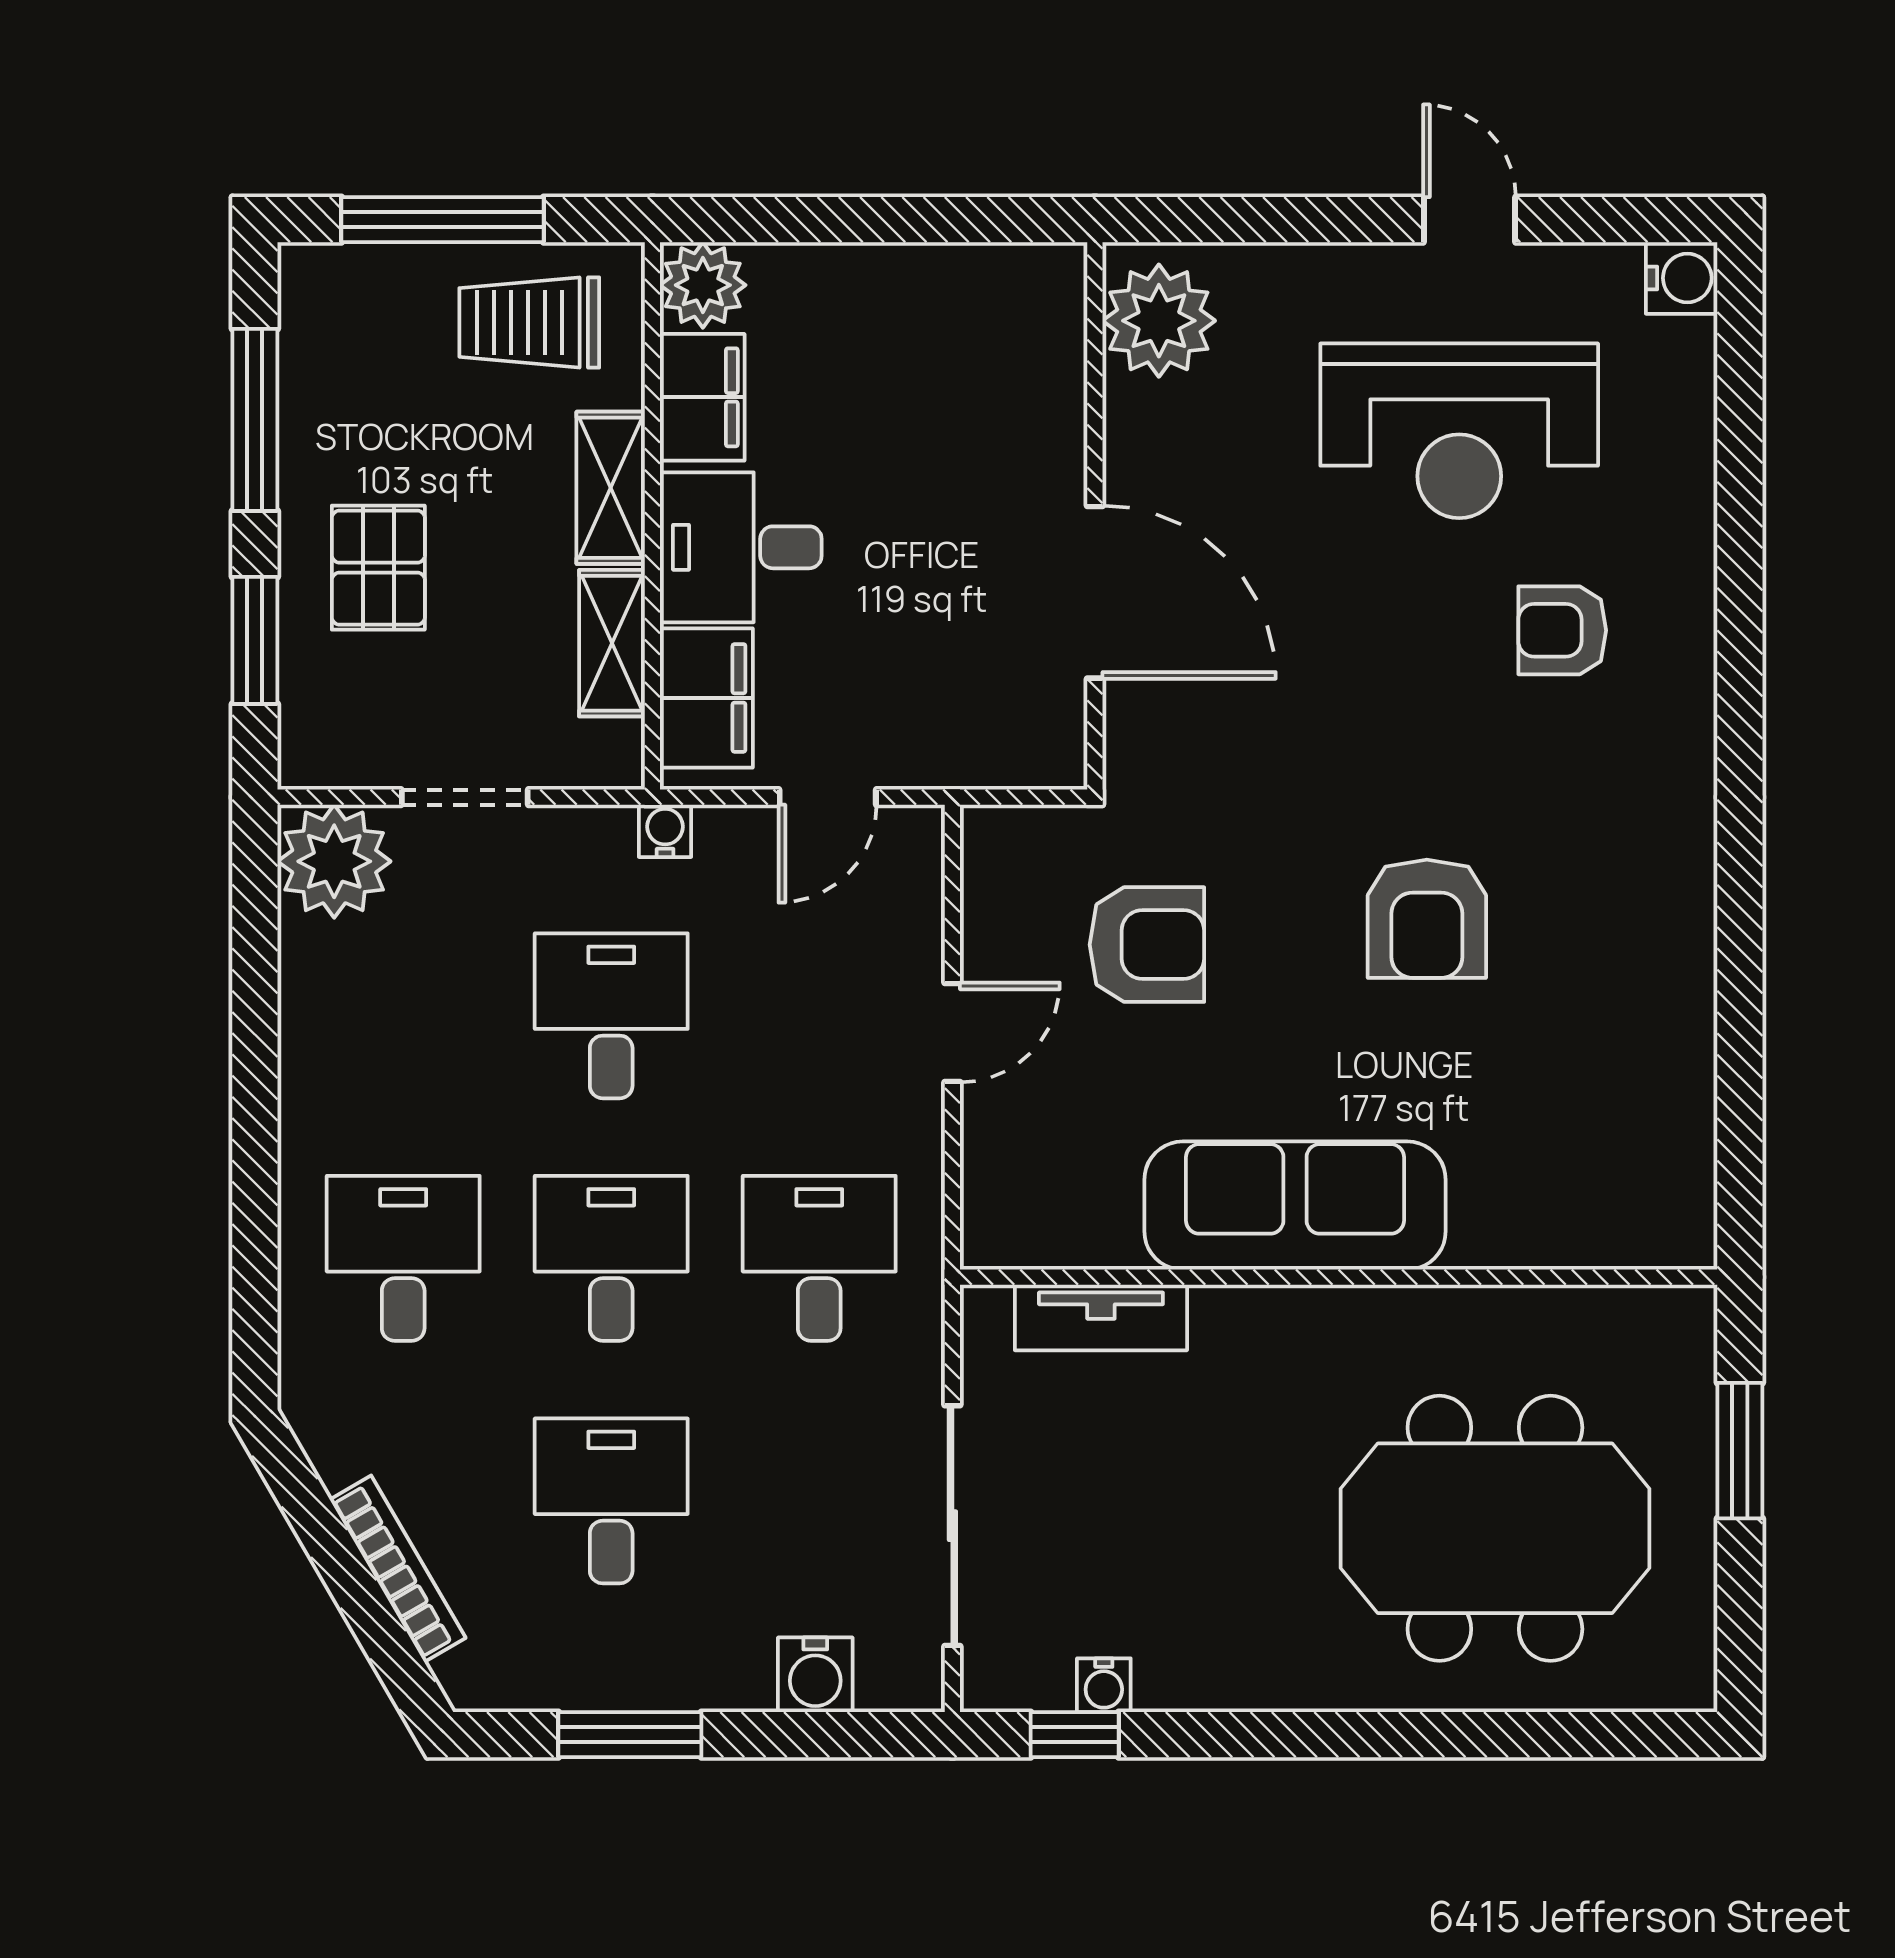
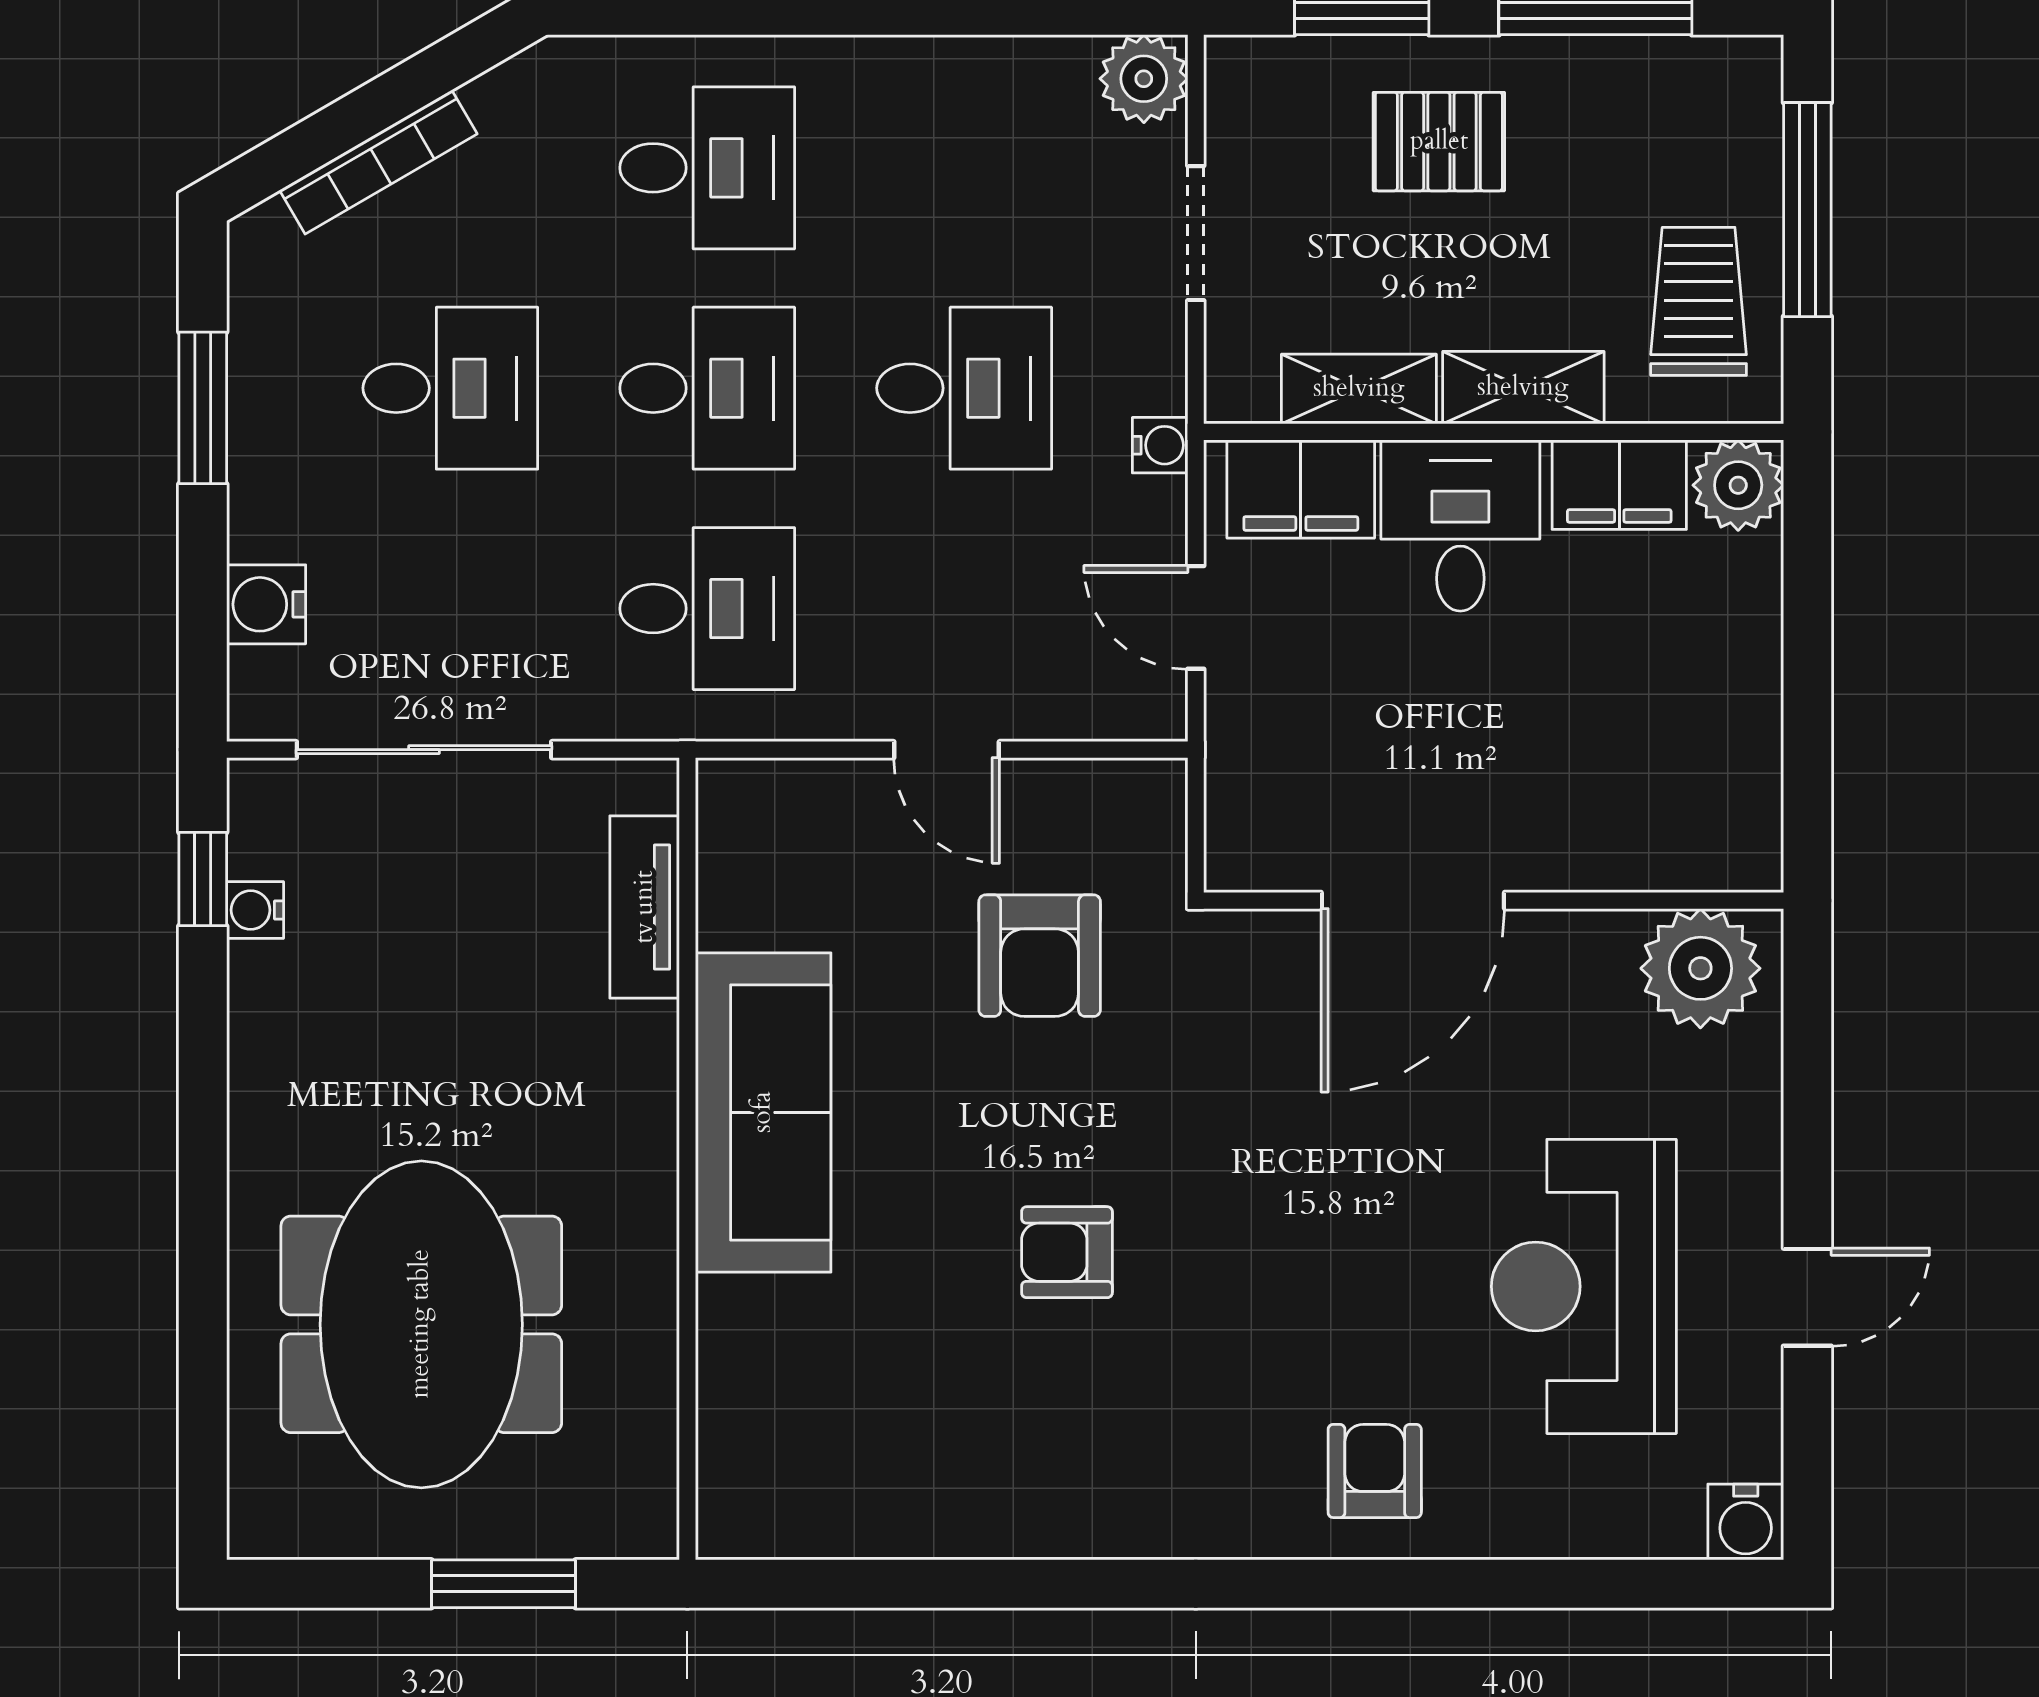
armchair: (1562, 630) -> (1375, 1471), moved
plant: (334, 861) -> (1144, 79), width x0.73, depth x0.73
armchair: (1427, 919) -> (1067, 1252), width x0.72, depth x0.72

